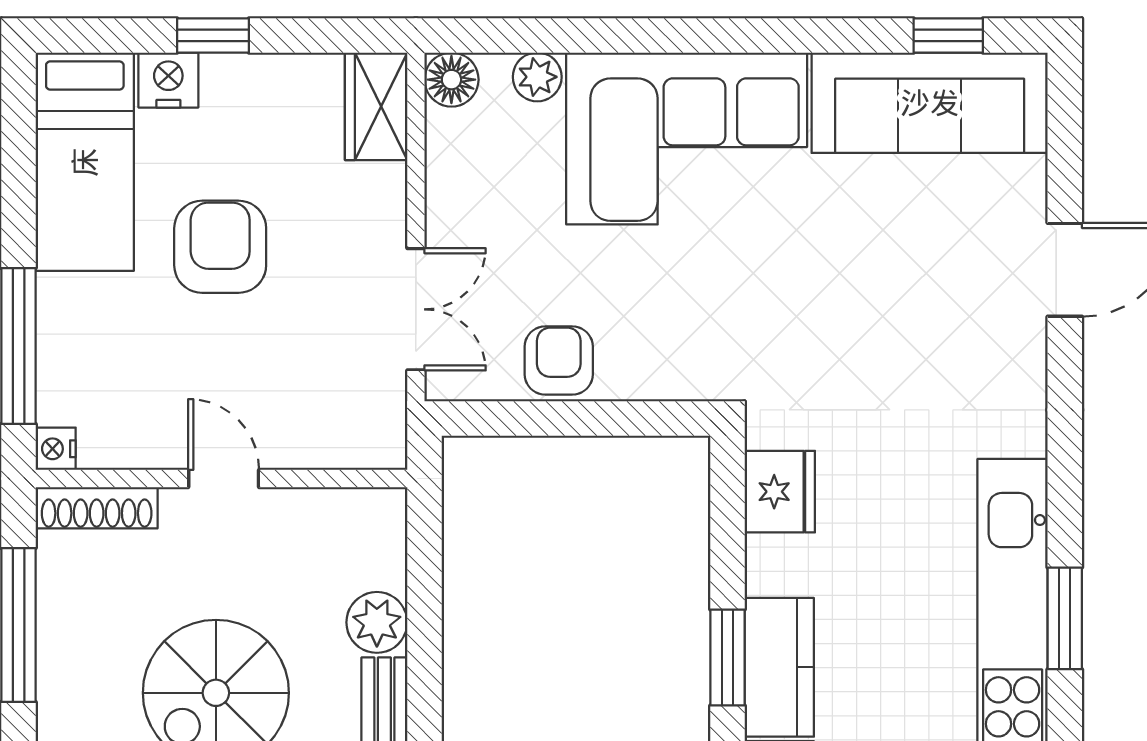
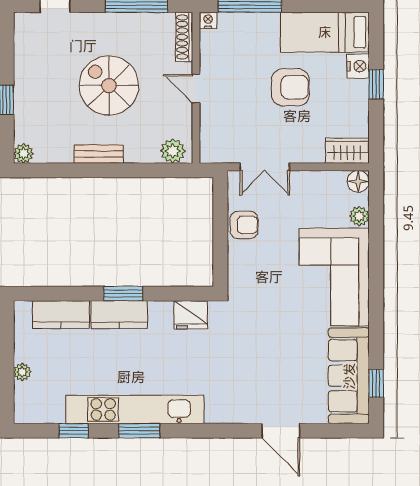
door: (224, 478) -> (196, 89), swing flipped
plant: (377, 622) -> (173, 151), moved

